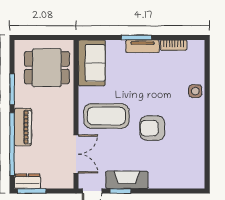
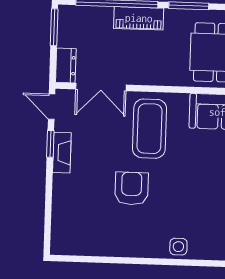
fireplace: (127, 180) -> (62, 153), width x0.73, depth x0.76
dresser: (28, 181) -> (66, 65), moved

